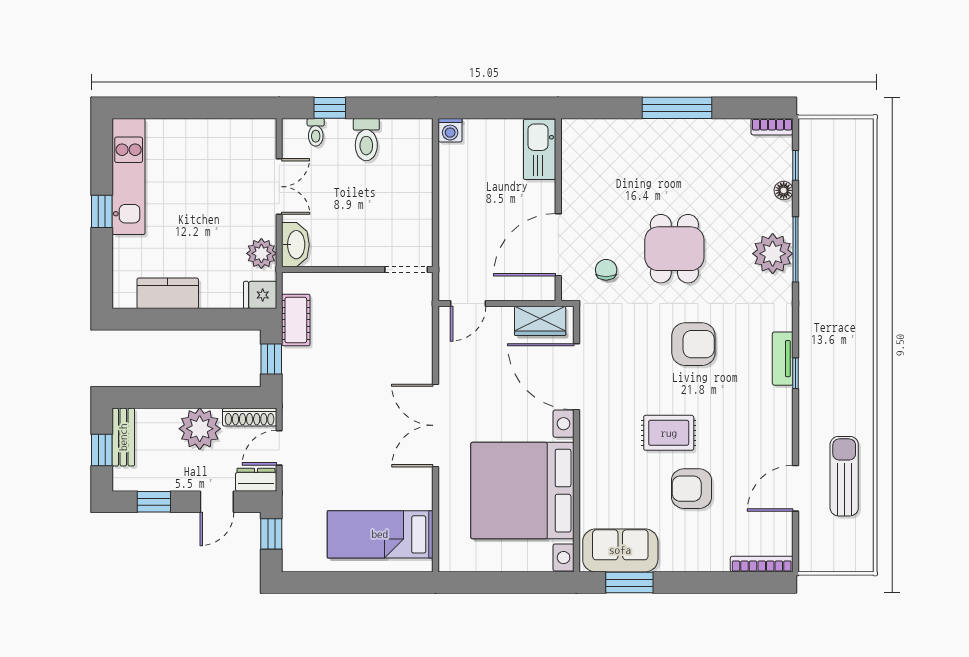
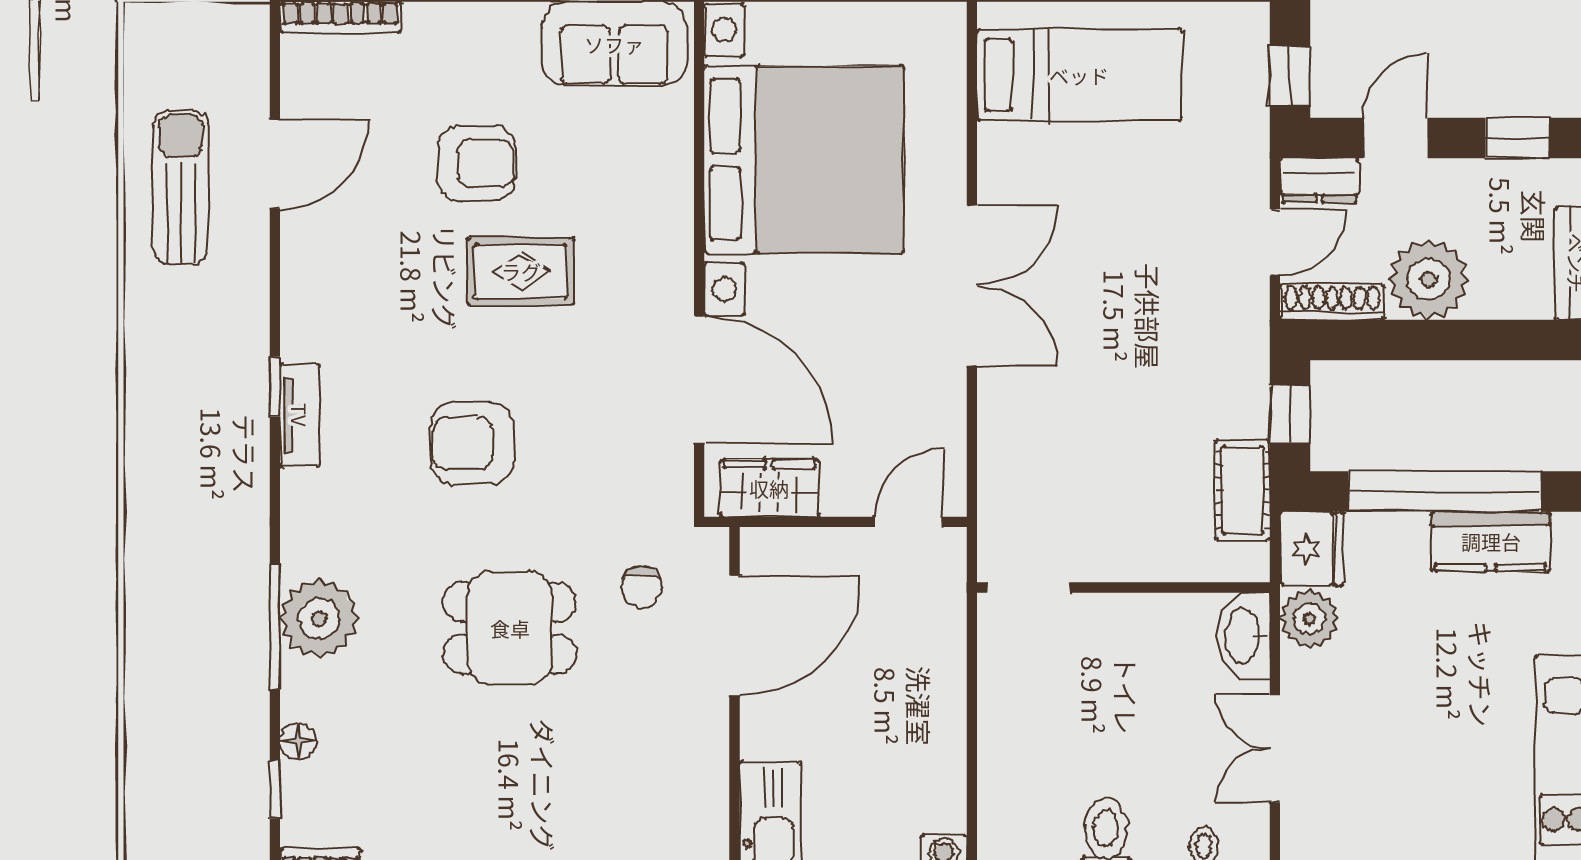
dining table: (674, 249) -> (510, 628), turned 90
fridge: (260, 295) -> (1312, 549), width x1.38
window: (191, 319) -> (1445, 492), added
sun lounger: (844, 476) -> (181, 187), turned 180

